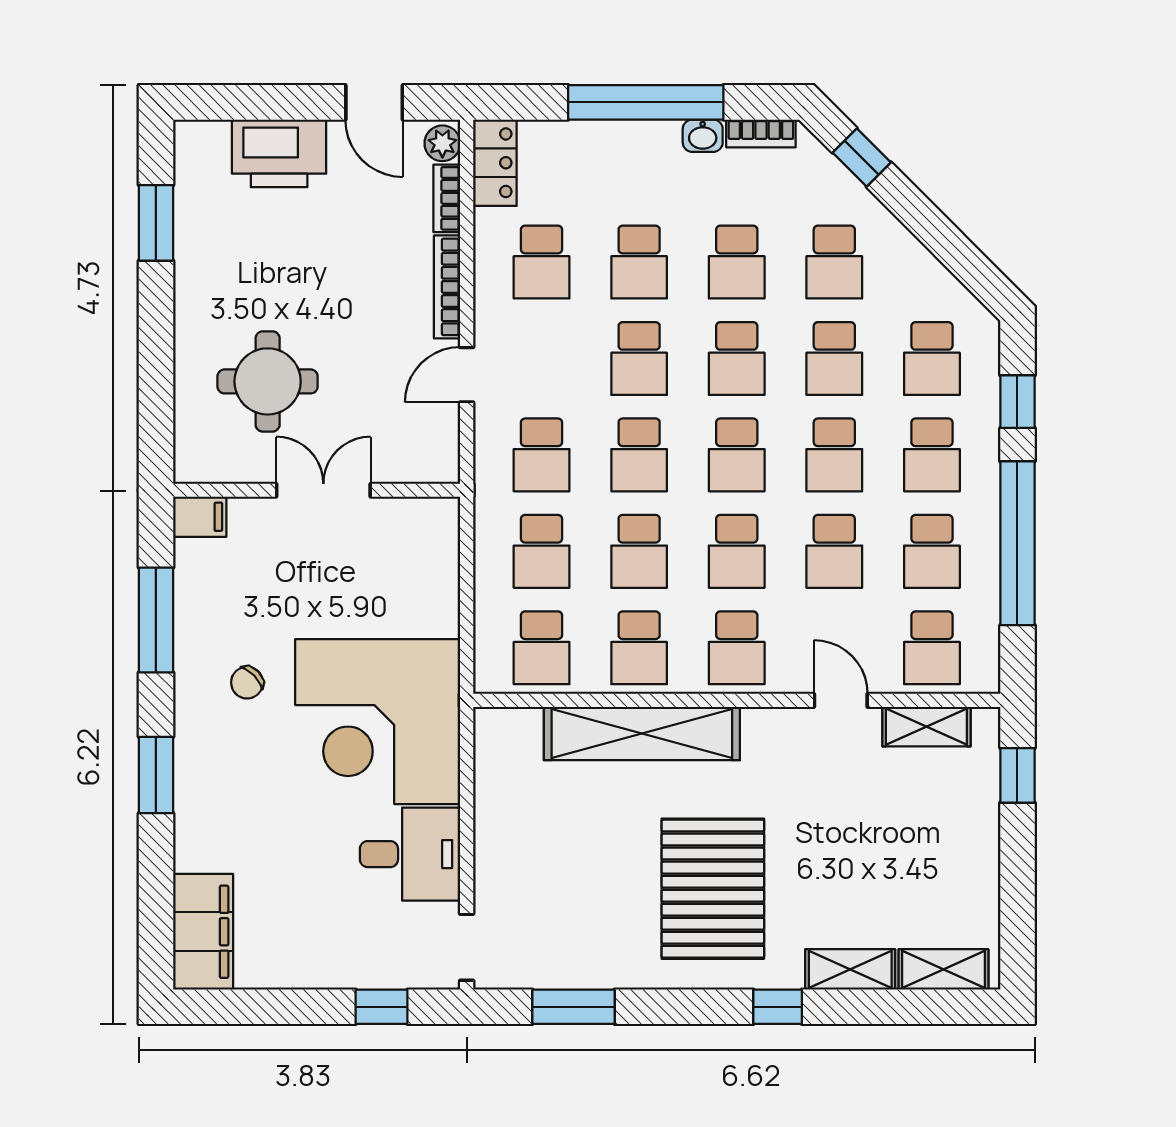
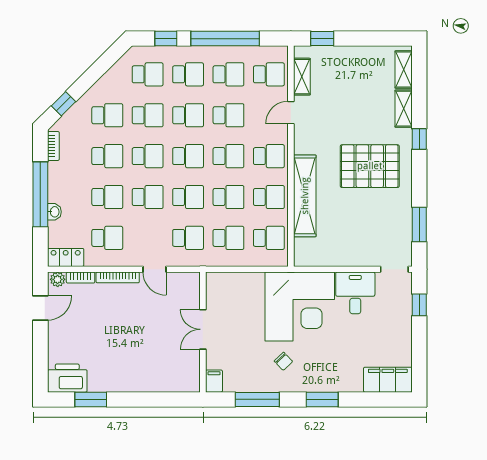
washbasin: (703, 136) -> (54, 212), moved
printer: (279, 153) -> (67, 378), moved, turned -90
round table: (268, 381) -> (157, 353), removed

